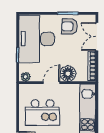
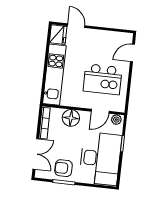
armchair: (70, 26) -> (64, 168), turned 180
door: (52, 83) -> (100, 111), moved
kitchen island: (43, 113) -> (103, 79), turned 180

